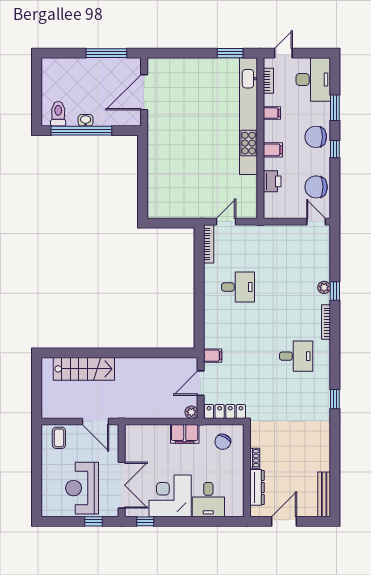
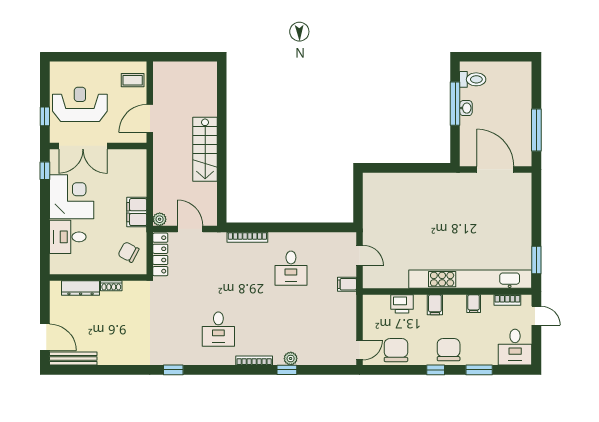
desk: (313, 80) -> (515, 347), width x0.73
window: (81, 131) -> (455, 104), width x0.68
bookcase: (209, 244) -> (247, 237), moved
filing cabinet: (213, 356) -> (347, 284), moved, turned 90
stairs: (84, 369) -> (205, 149), moved
door: (284, 521) -> (45, 337), moved

